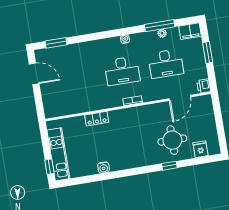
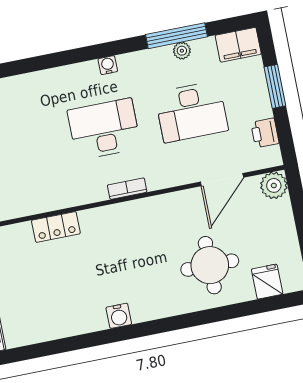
desk: (122, 71) -> (104, 129), turned 180
printer: (204, 86) -> (265, 133), moved
plant: (205, 102) -> (274, 185), added
window: (169, 166) -> (205, 317), removed
water cooler: (104, 168) -> (119, 316), moved

